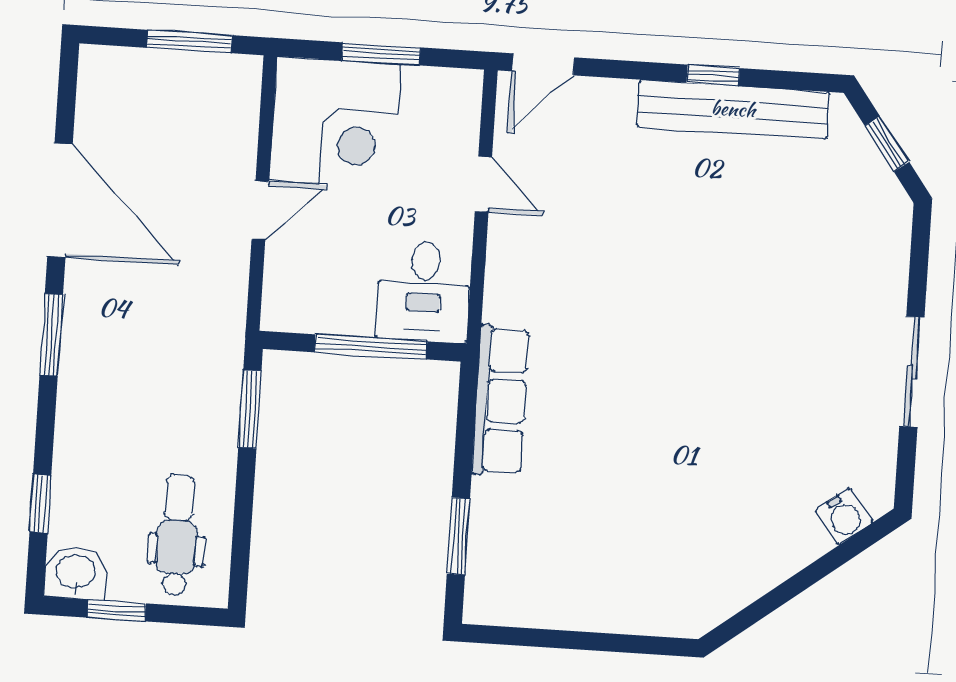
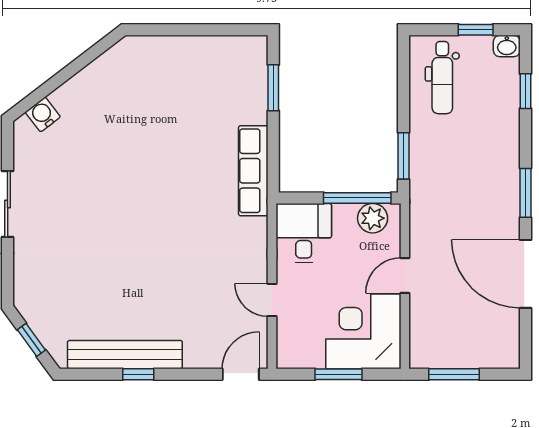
plant: (308, 309) -> (373, 218), added
window: (371, 347) -> (357, 198), moved
washbasin: (76, 573) -> (507, 46), width x0.72, depth x0.69

